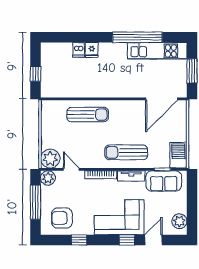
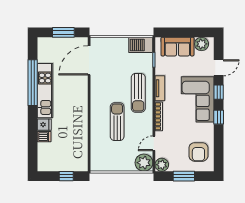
kitchen unit: (157, 51) -> (45, 91), moved
door: (162, 99) -> (89, 60), swing flipped
sun lounger: (88, 115) -> (117, 122), moved
sofa: (164, 181) -> (177, 47), moved, turned 90
window: (36, 202) -> (184, 176), width x0.69
window: (79, 240) -> (219, 117), moved
door: (154, 240) -> (219, 68), swing flipped

